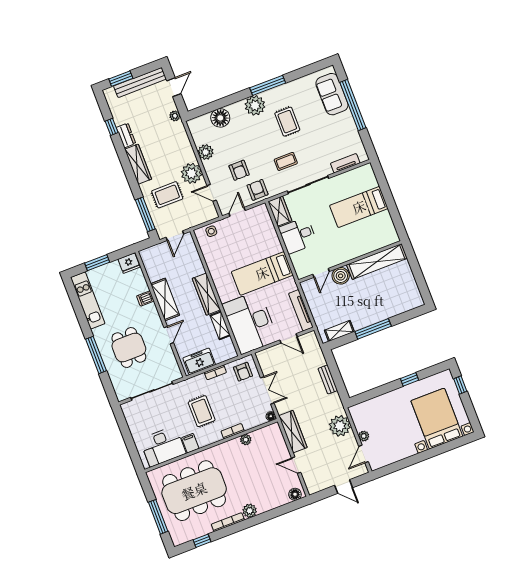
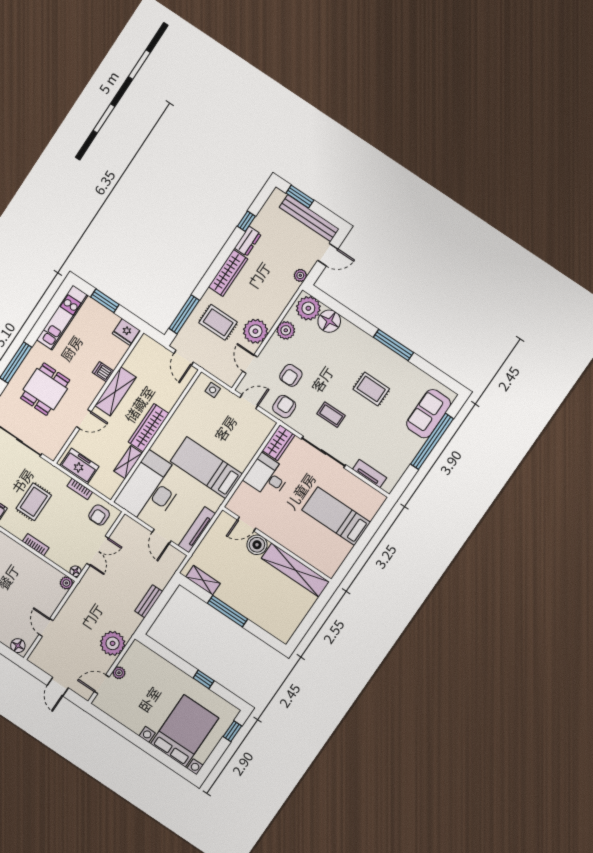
plant: (255, 105) -> (308, 308), moved
rug: (287, 122) -> (371, 389), turned 90
door: (175, 236) -> (184, 358), hinge flipped
wardrobe: (293, 432) -> (76, 602), removed
plant: (246, 440) -> (66, 583), moved

